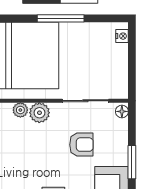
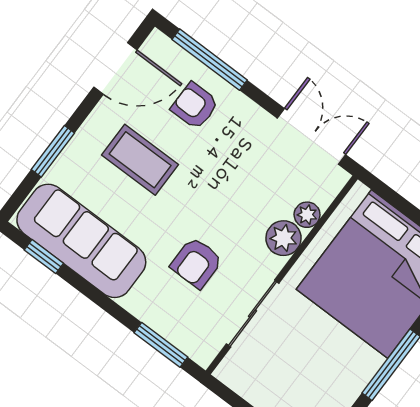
floor lamp: (122, 111) -> (200, 353), removed
window: (132, 162) -> (161, 345), moved

